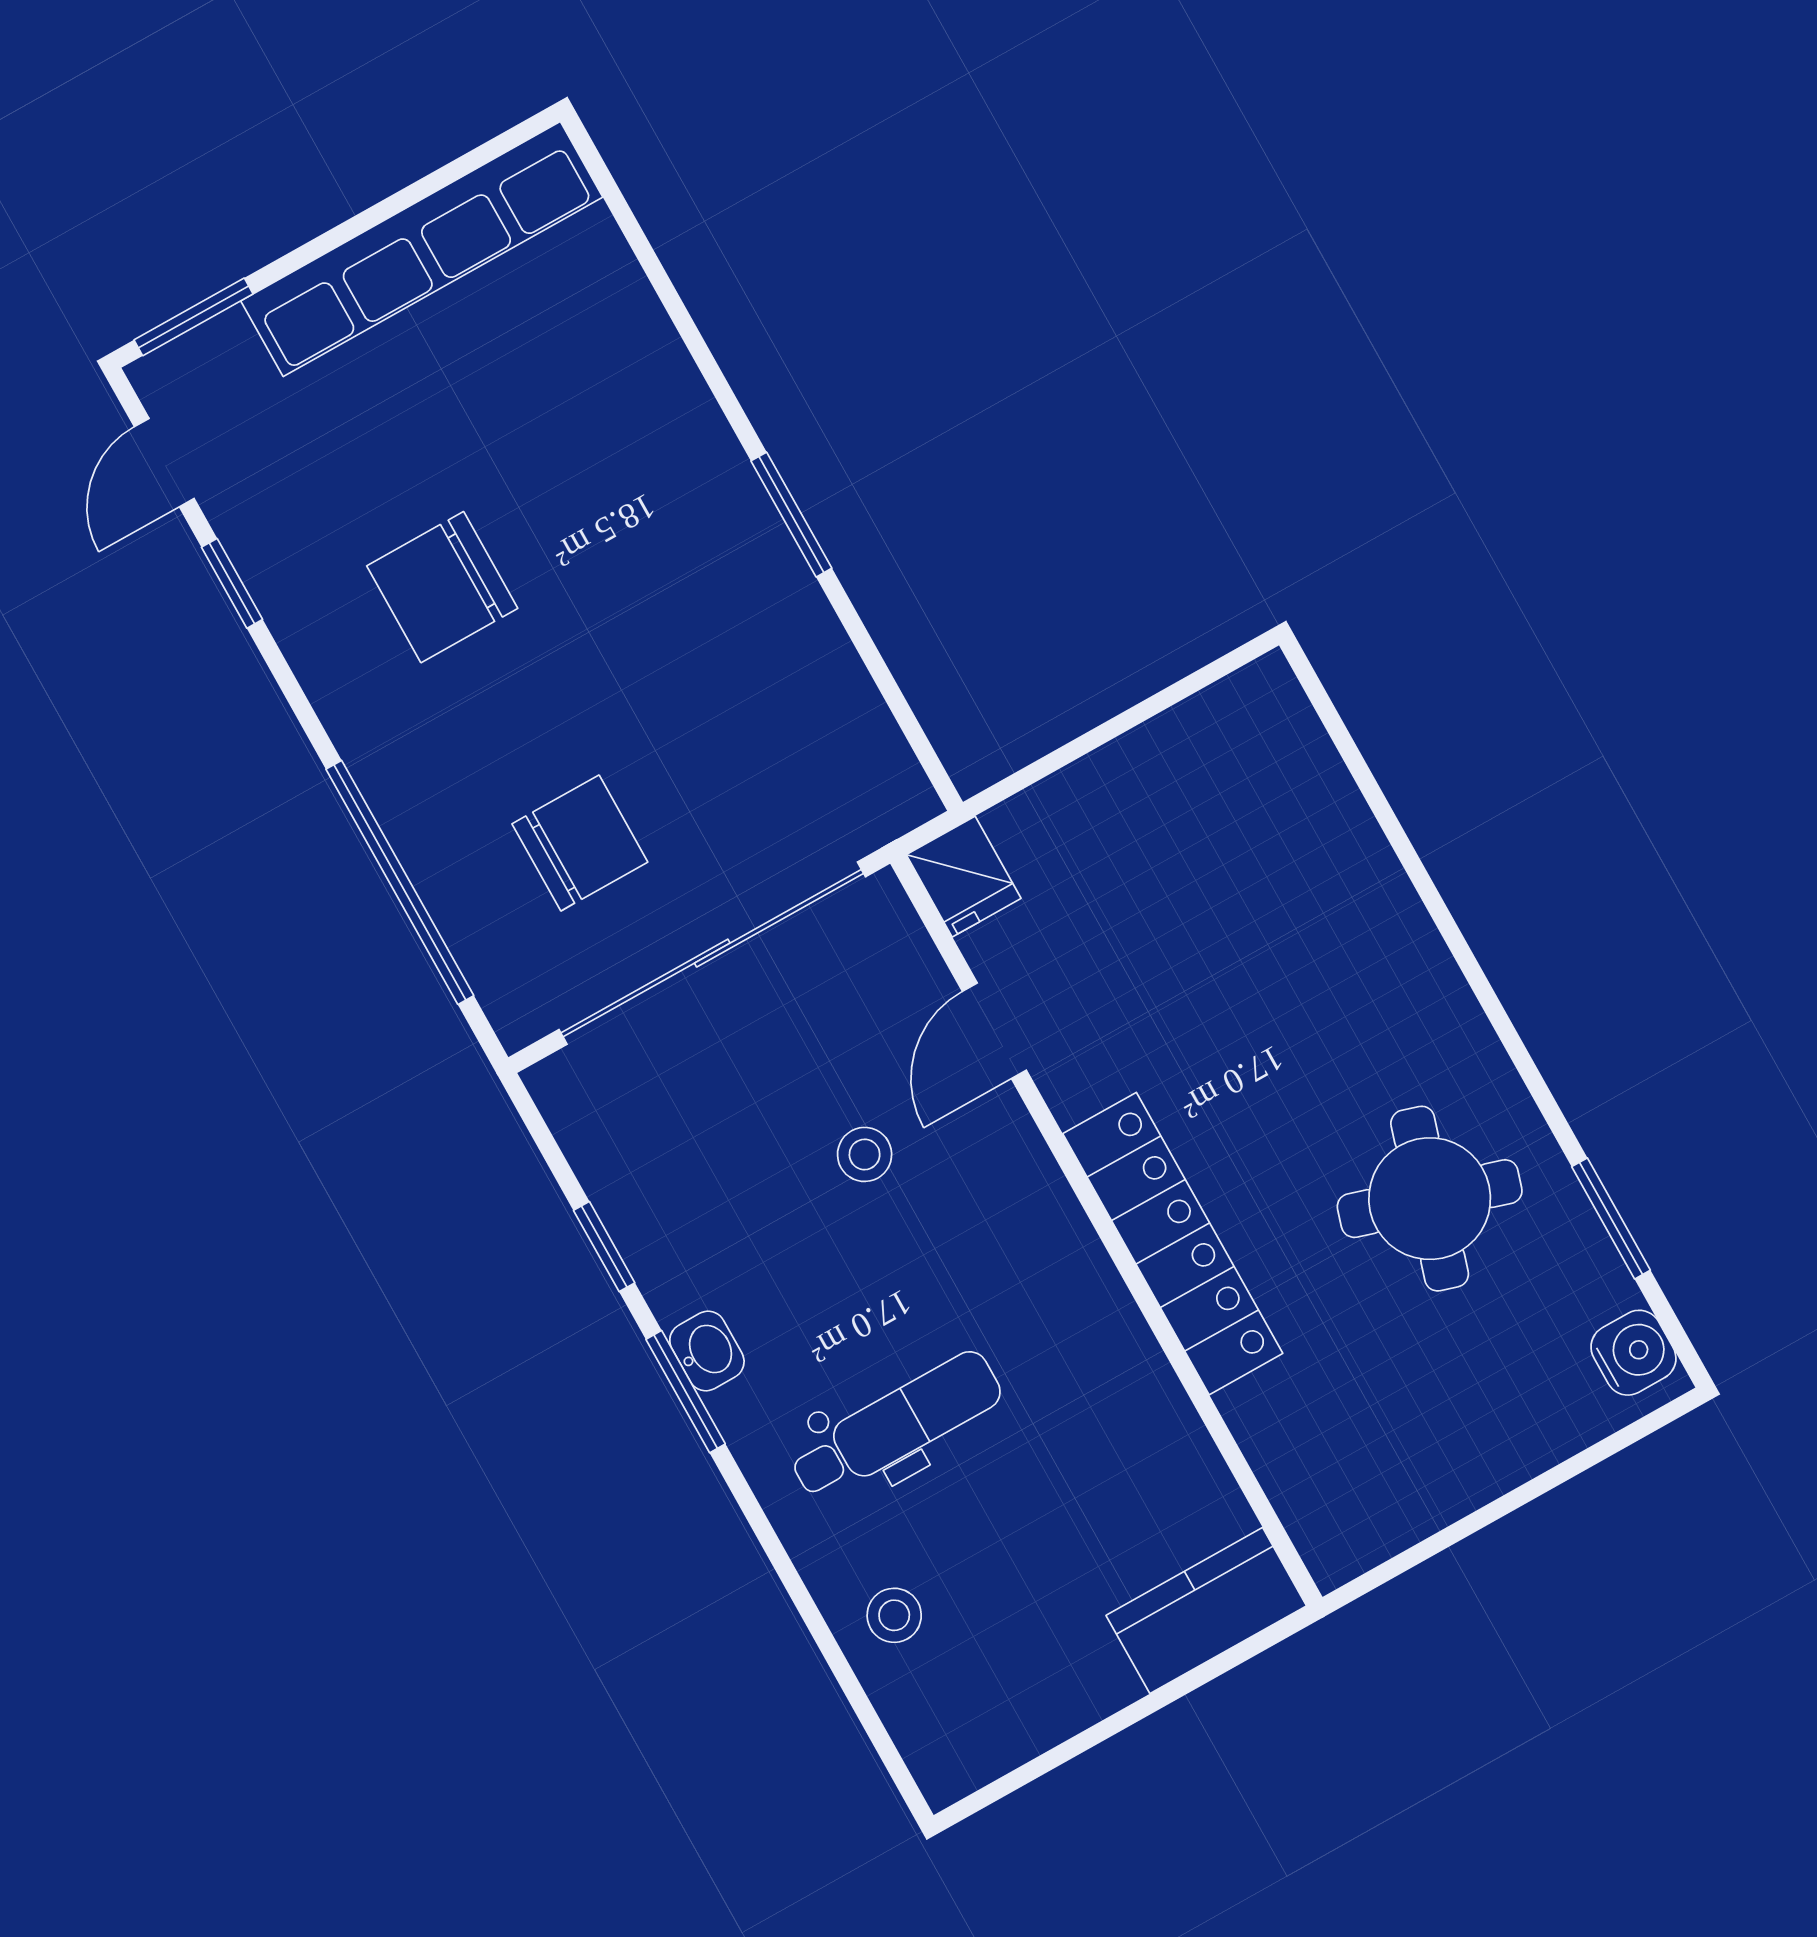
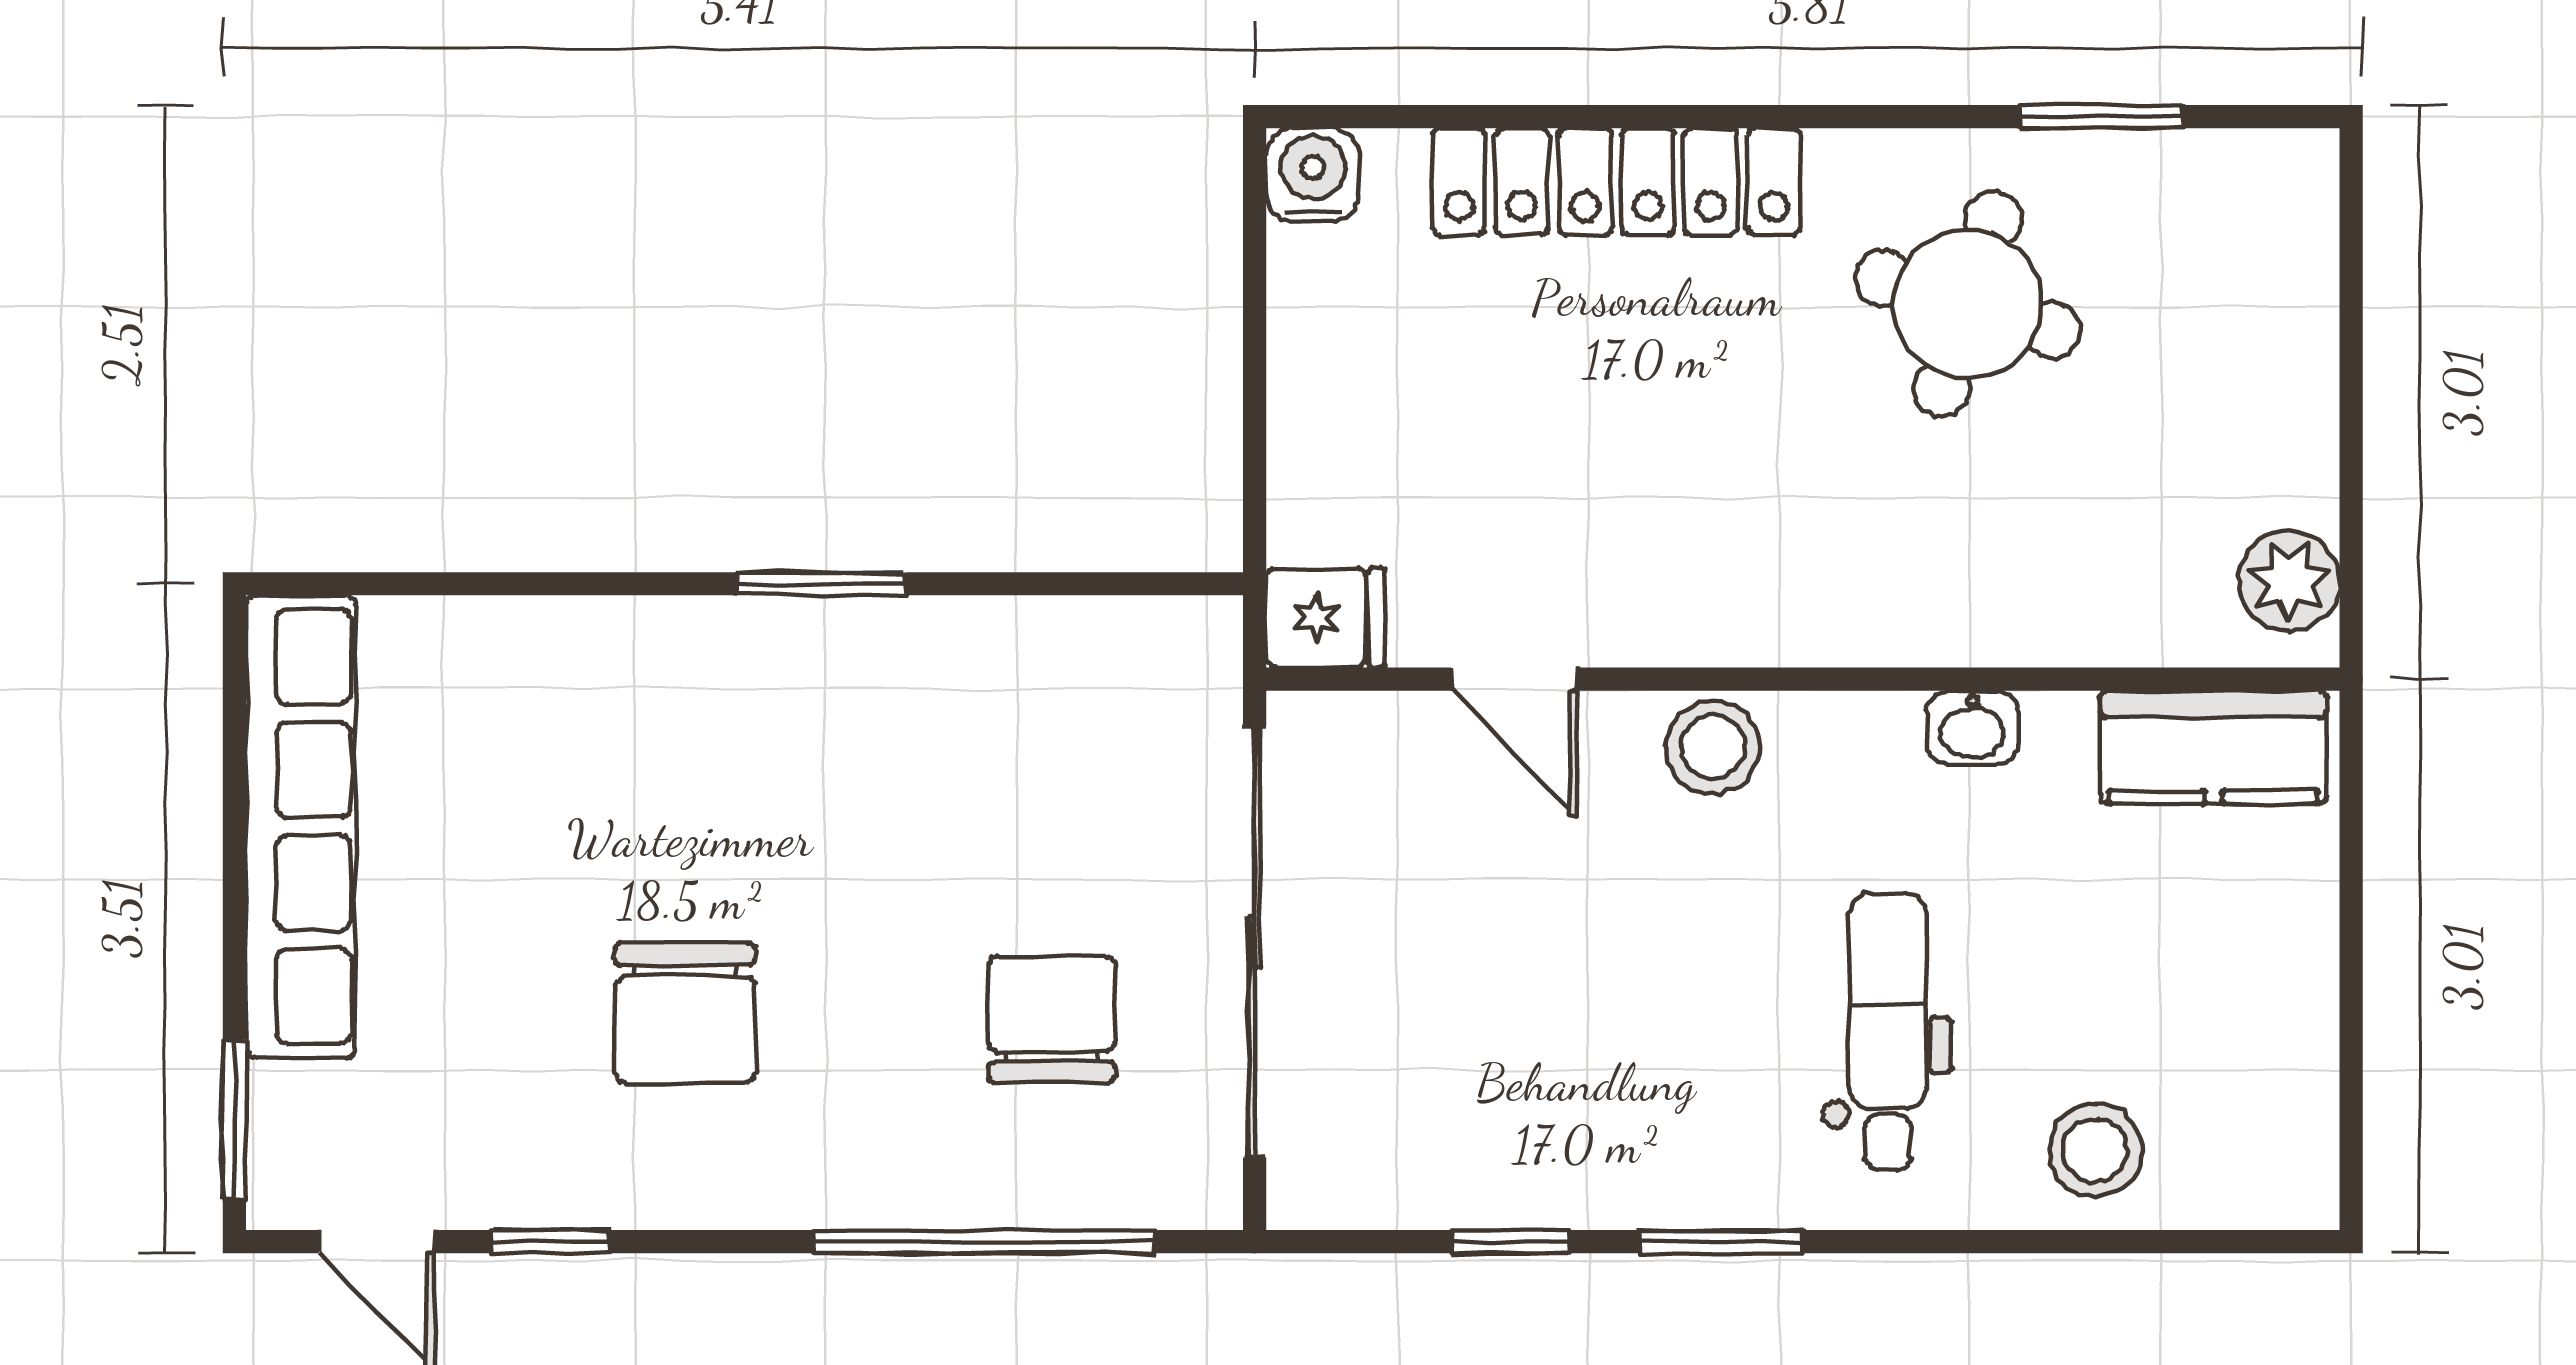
stool: (865, 1154) -> (1713, 747), moved, width x1.37, depth x1.37
locker: (1173, 1244) -> (1616, 181), moved, turned 180
washbasin: (707, 1351) -> (1972, 728), moved, turned 180
water cooler: (1633, 1353) -> (1313, 175), moved
plant: (1363, 1528) -> (2289, 581), added
kitchen counter: (1206, 1611) -> (2214, 747), moved, turned -90
stool: (894, 1615) -> (2095, 1150), width x1.37, depth x1.37

